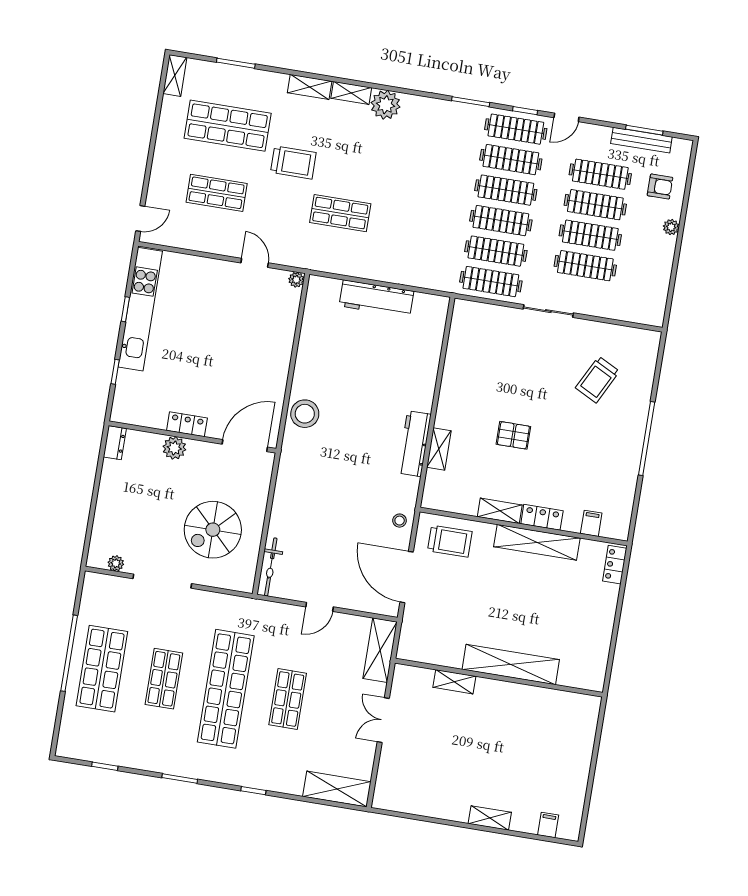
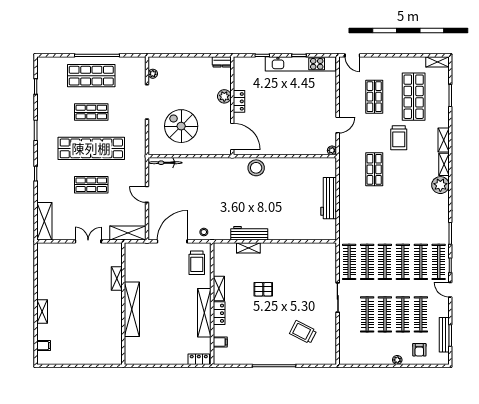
pallet: (513, 435) -> (263, 289), turned 90

